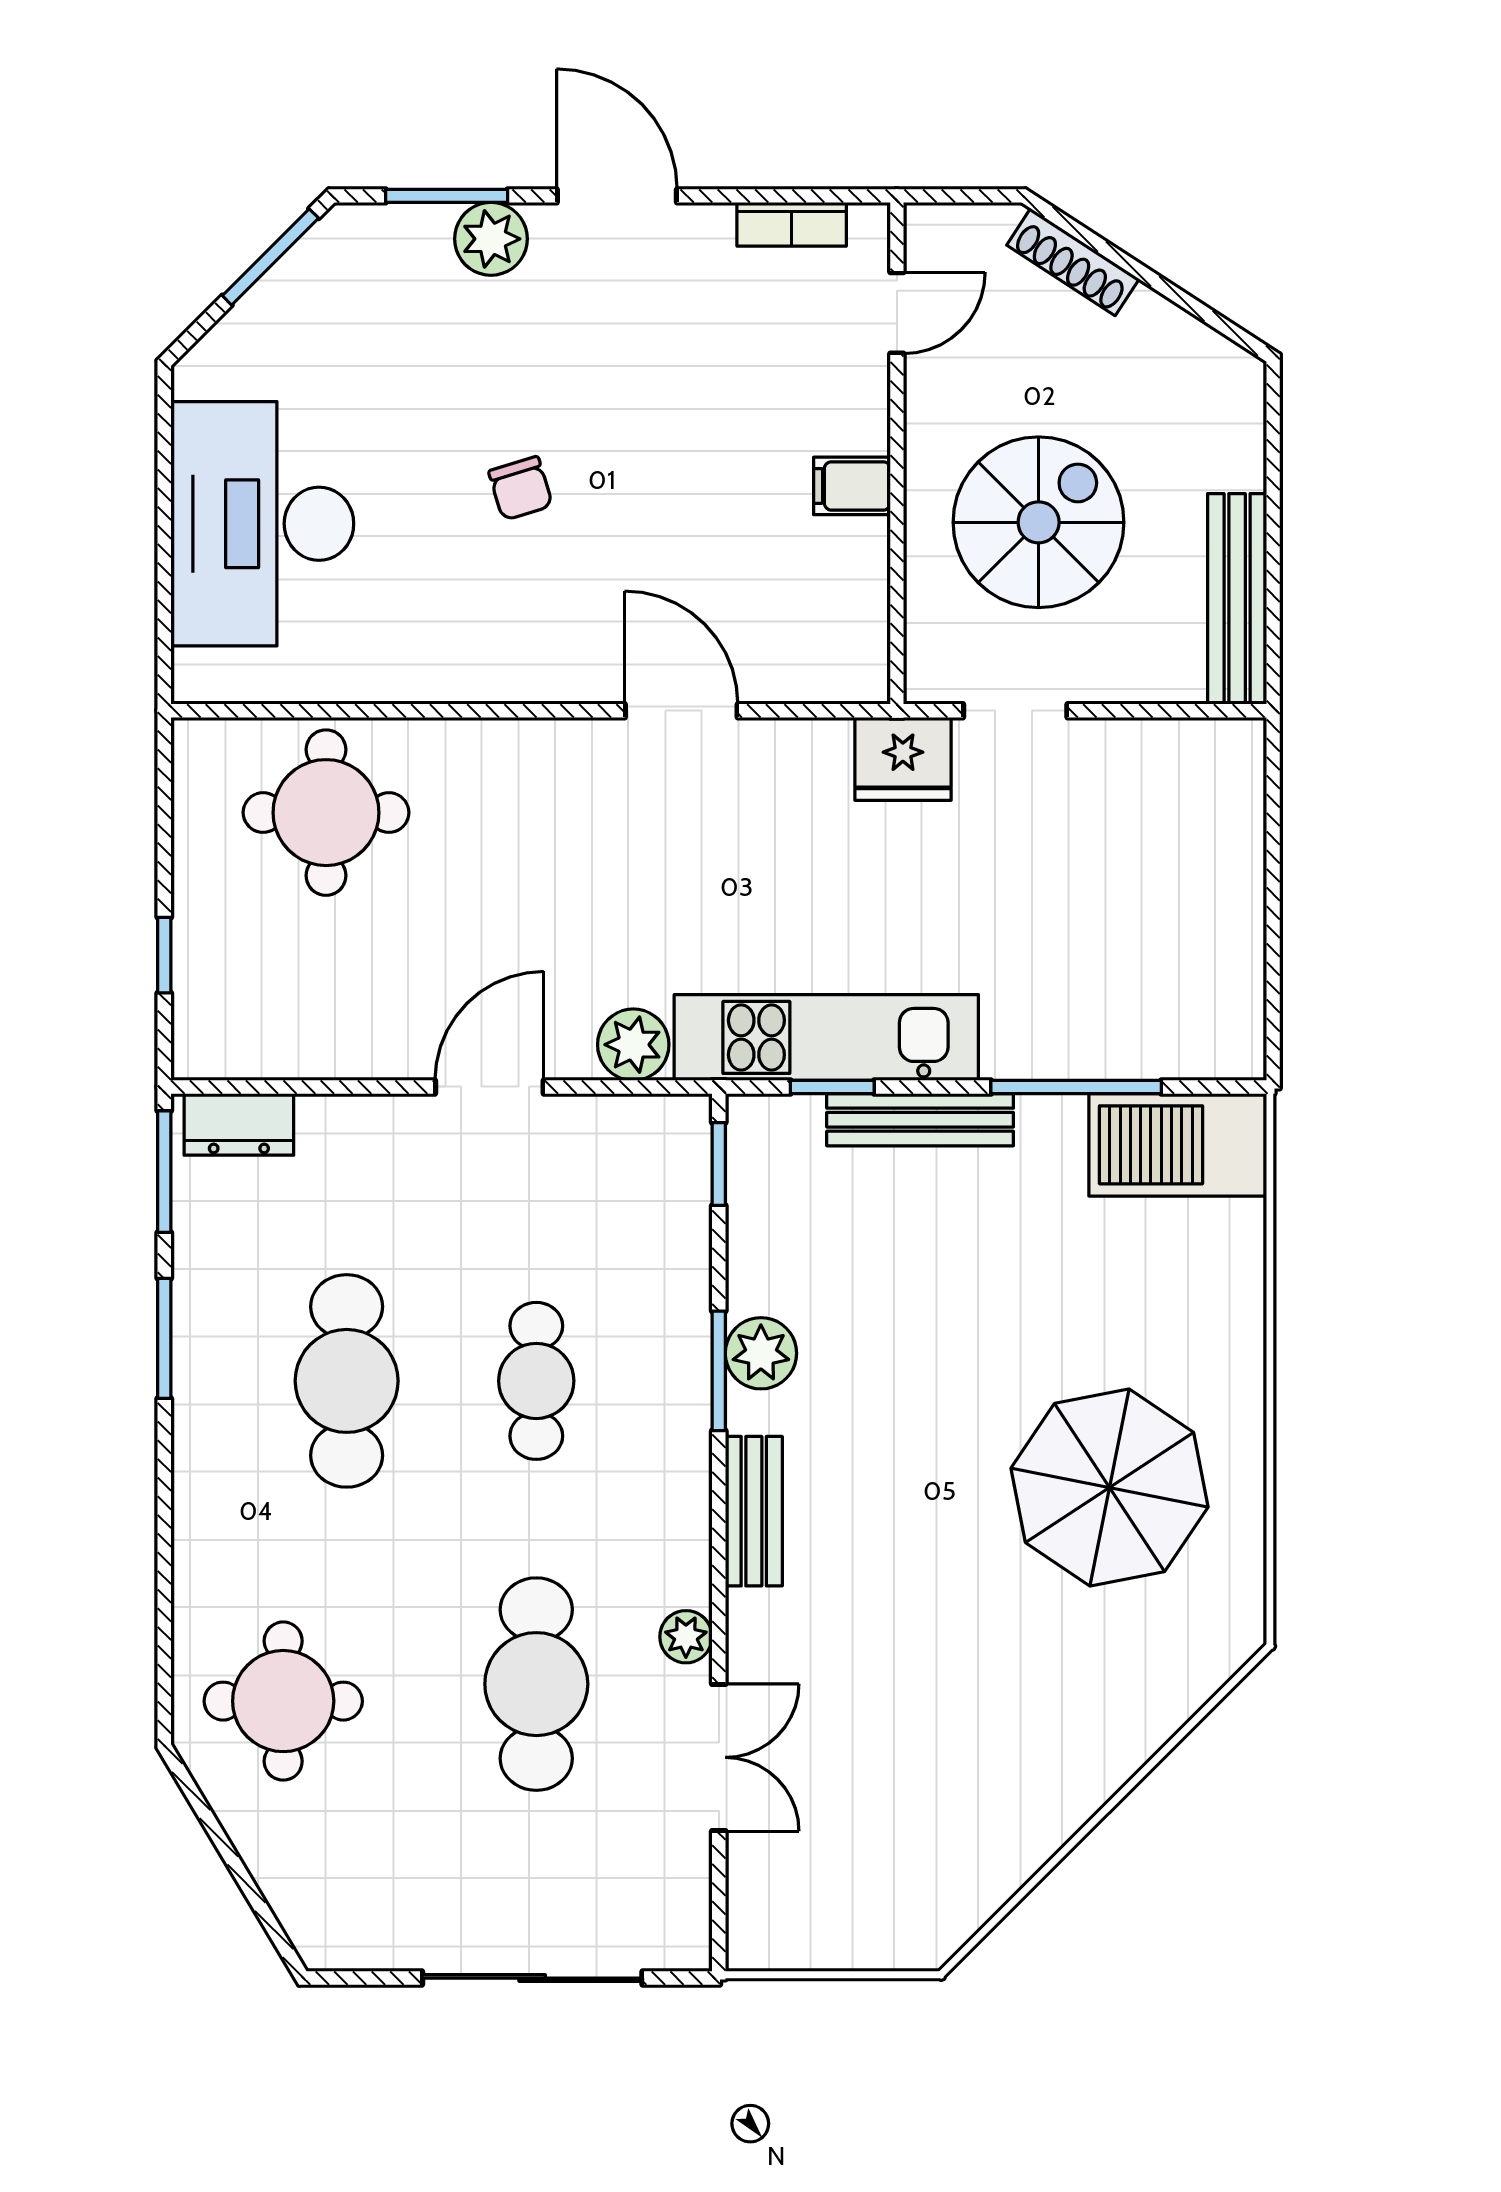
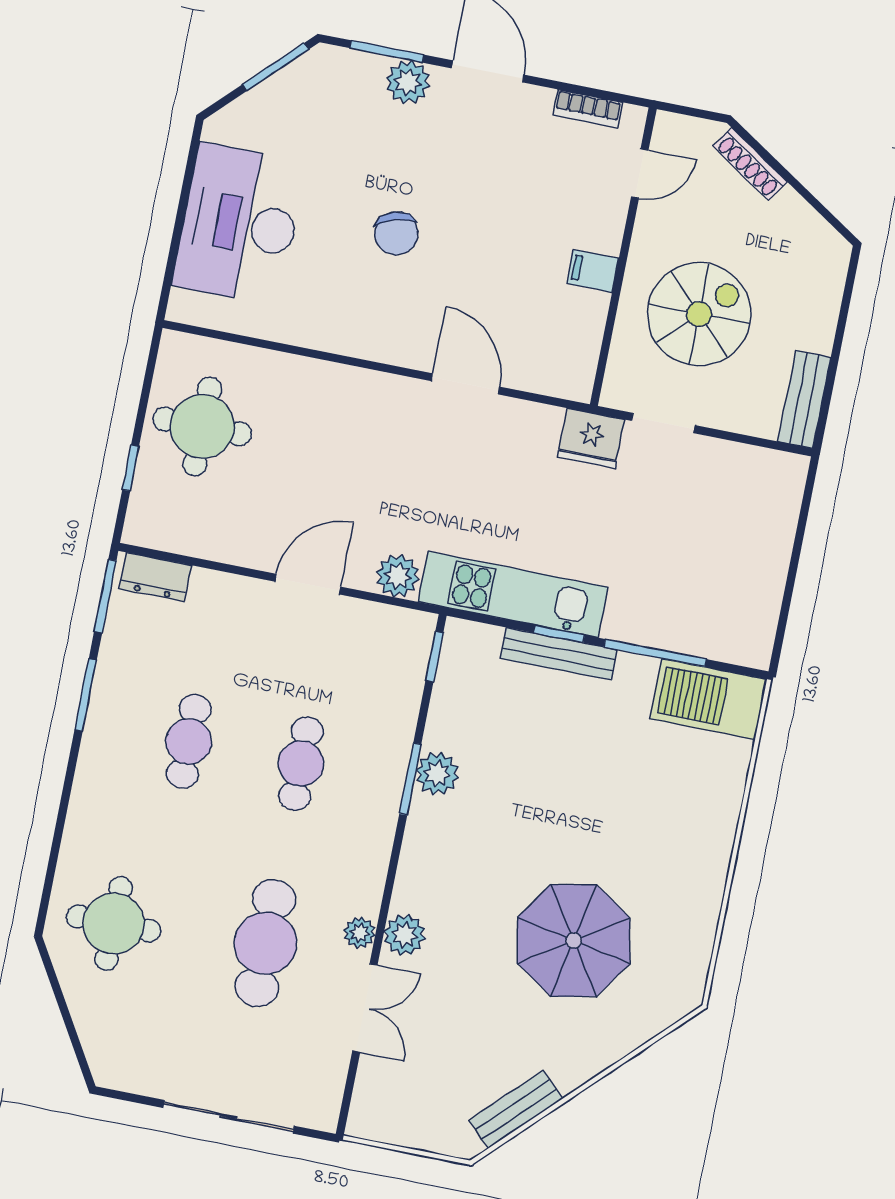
chair: (521, 488) -> (396, 233), width x1.37, depth x1.37
bench: (1237, 599) -> (804, 399), width x0.73
round table: (326, 813) -> (202, 427), moved
window: (832, 1087) -> (559, 634), moved
cafe table: (347, 1381) -> (189, 741), width x0.73, depth x0.74
parasol: (1110, 1488) -> (574, 940), moved
bench: (754, 1511) -> (516, 1110), moved, turned 45
plant: (760, 1626) -> (405, 935), added

